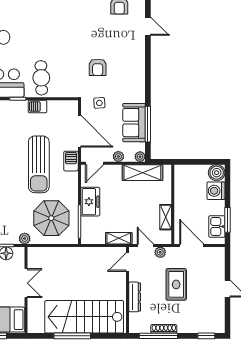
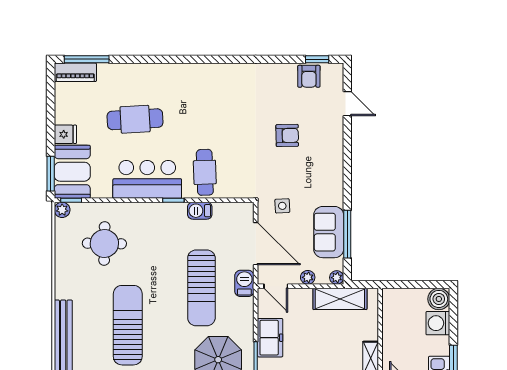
armchair: (98, 67) -> (287, 135), moved, turned -91
door: (94, 163) -> (276, 286), hinge flipped

